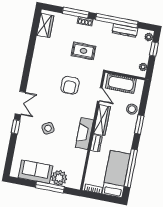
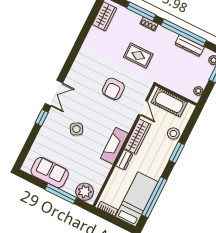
plant: (59, 178) -> (85, 192), moved

